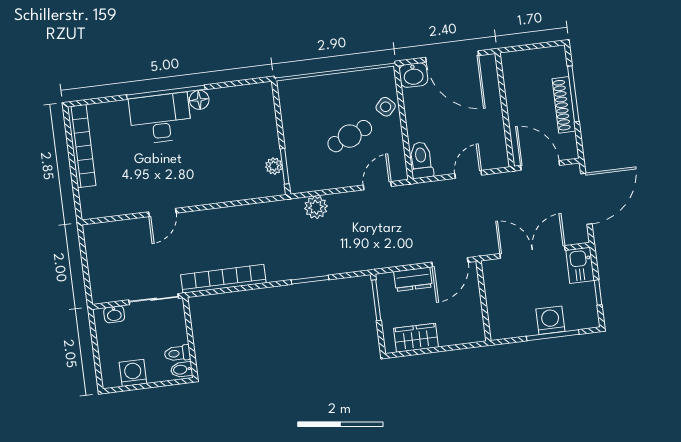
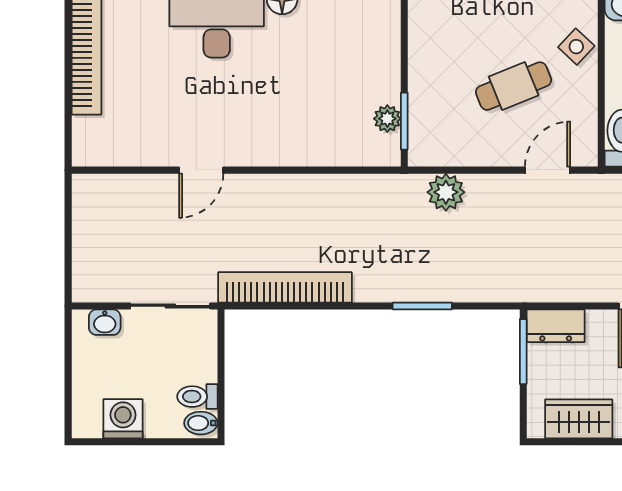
dresser: (413, 279) -> (556, 326), moved

